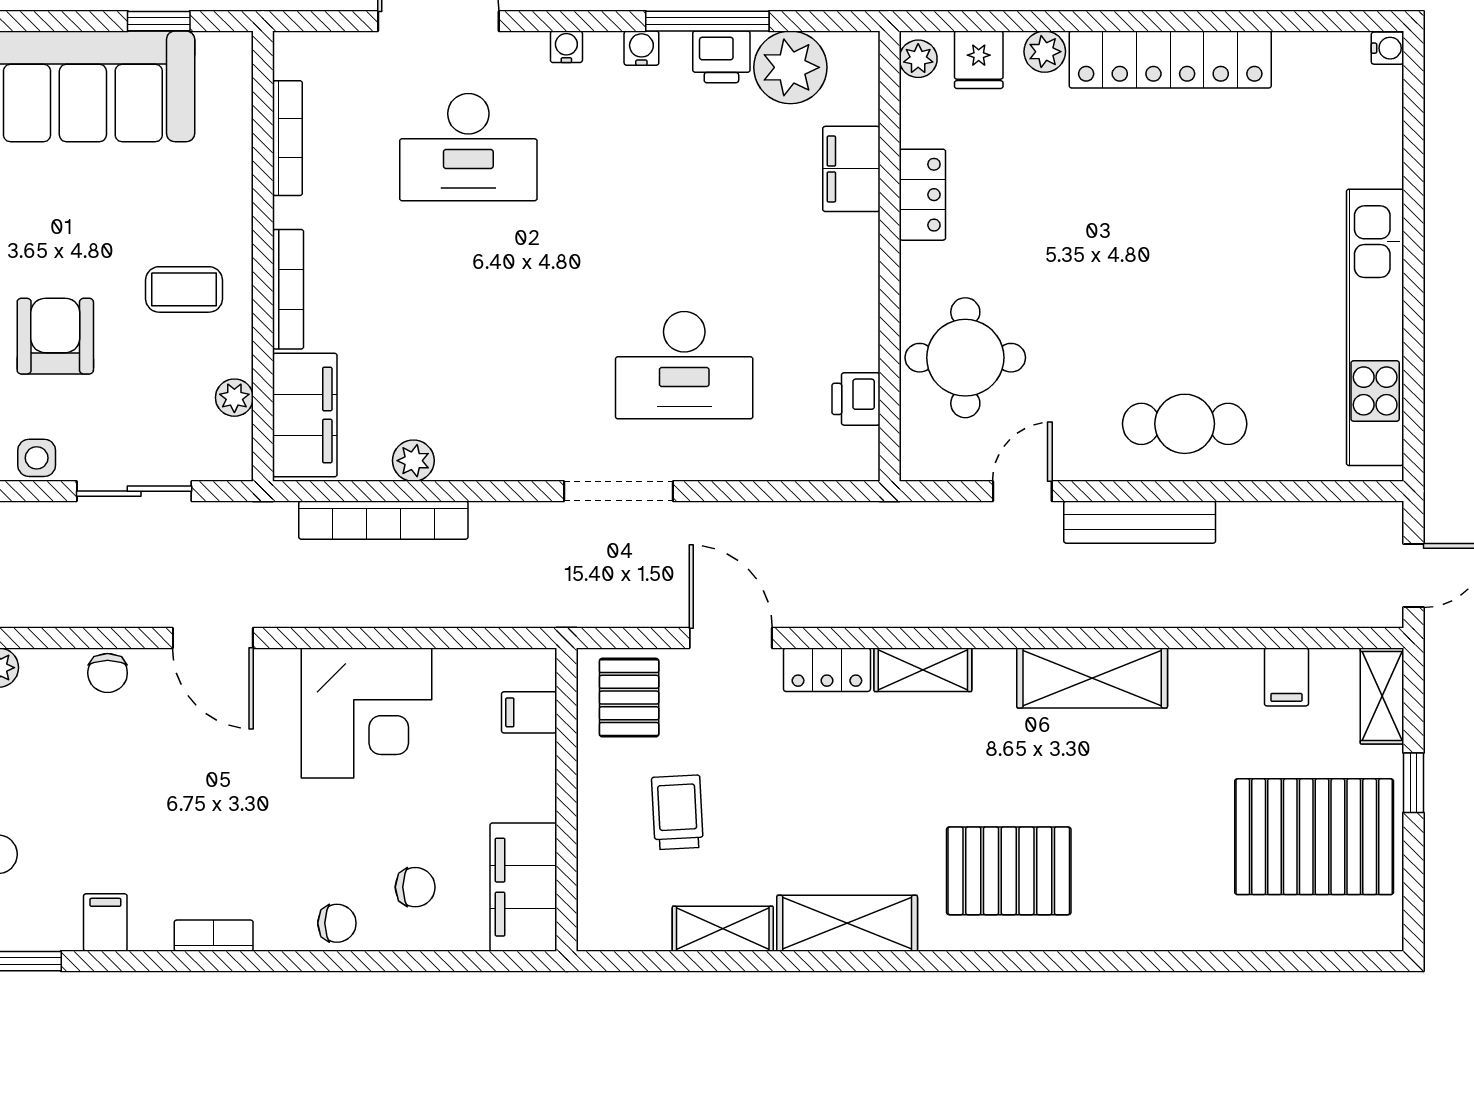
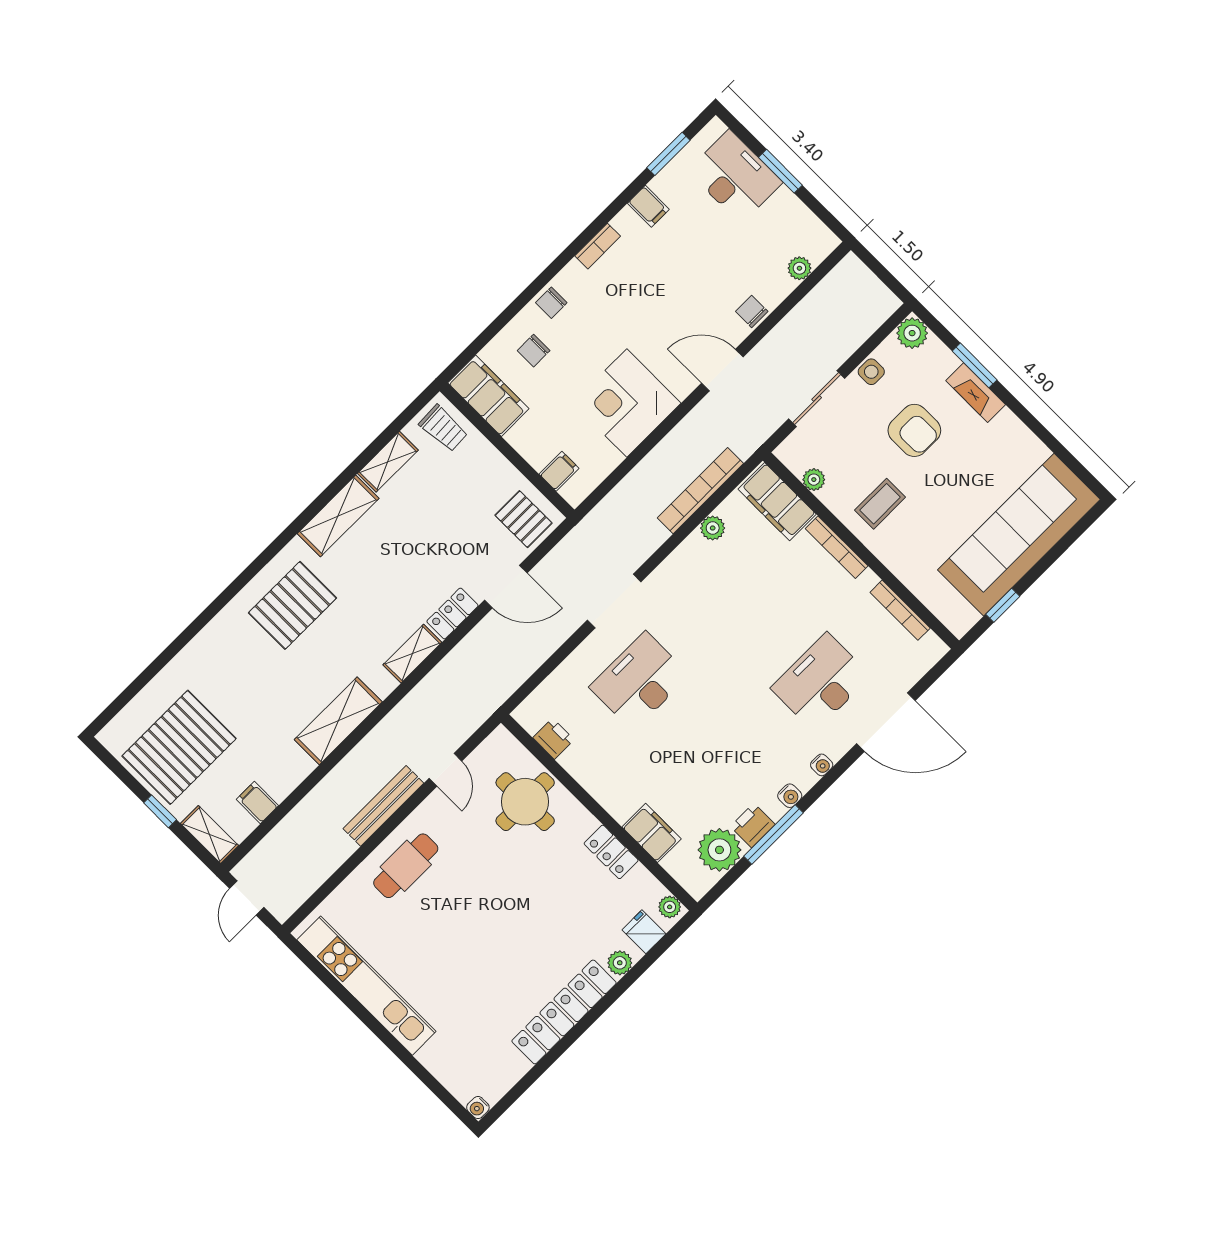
trolley: (677, 812) -> (443, 428), moved

